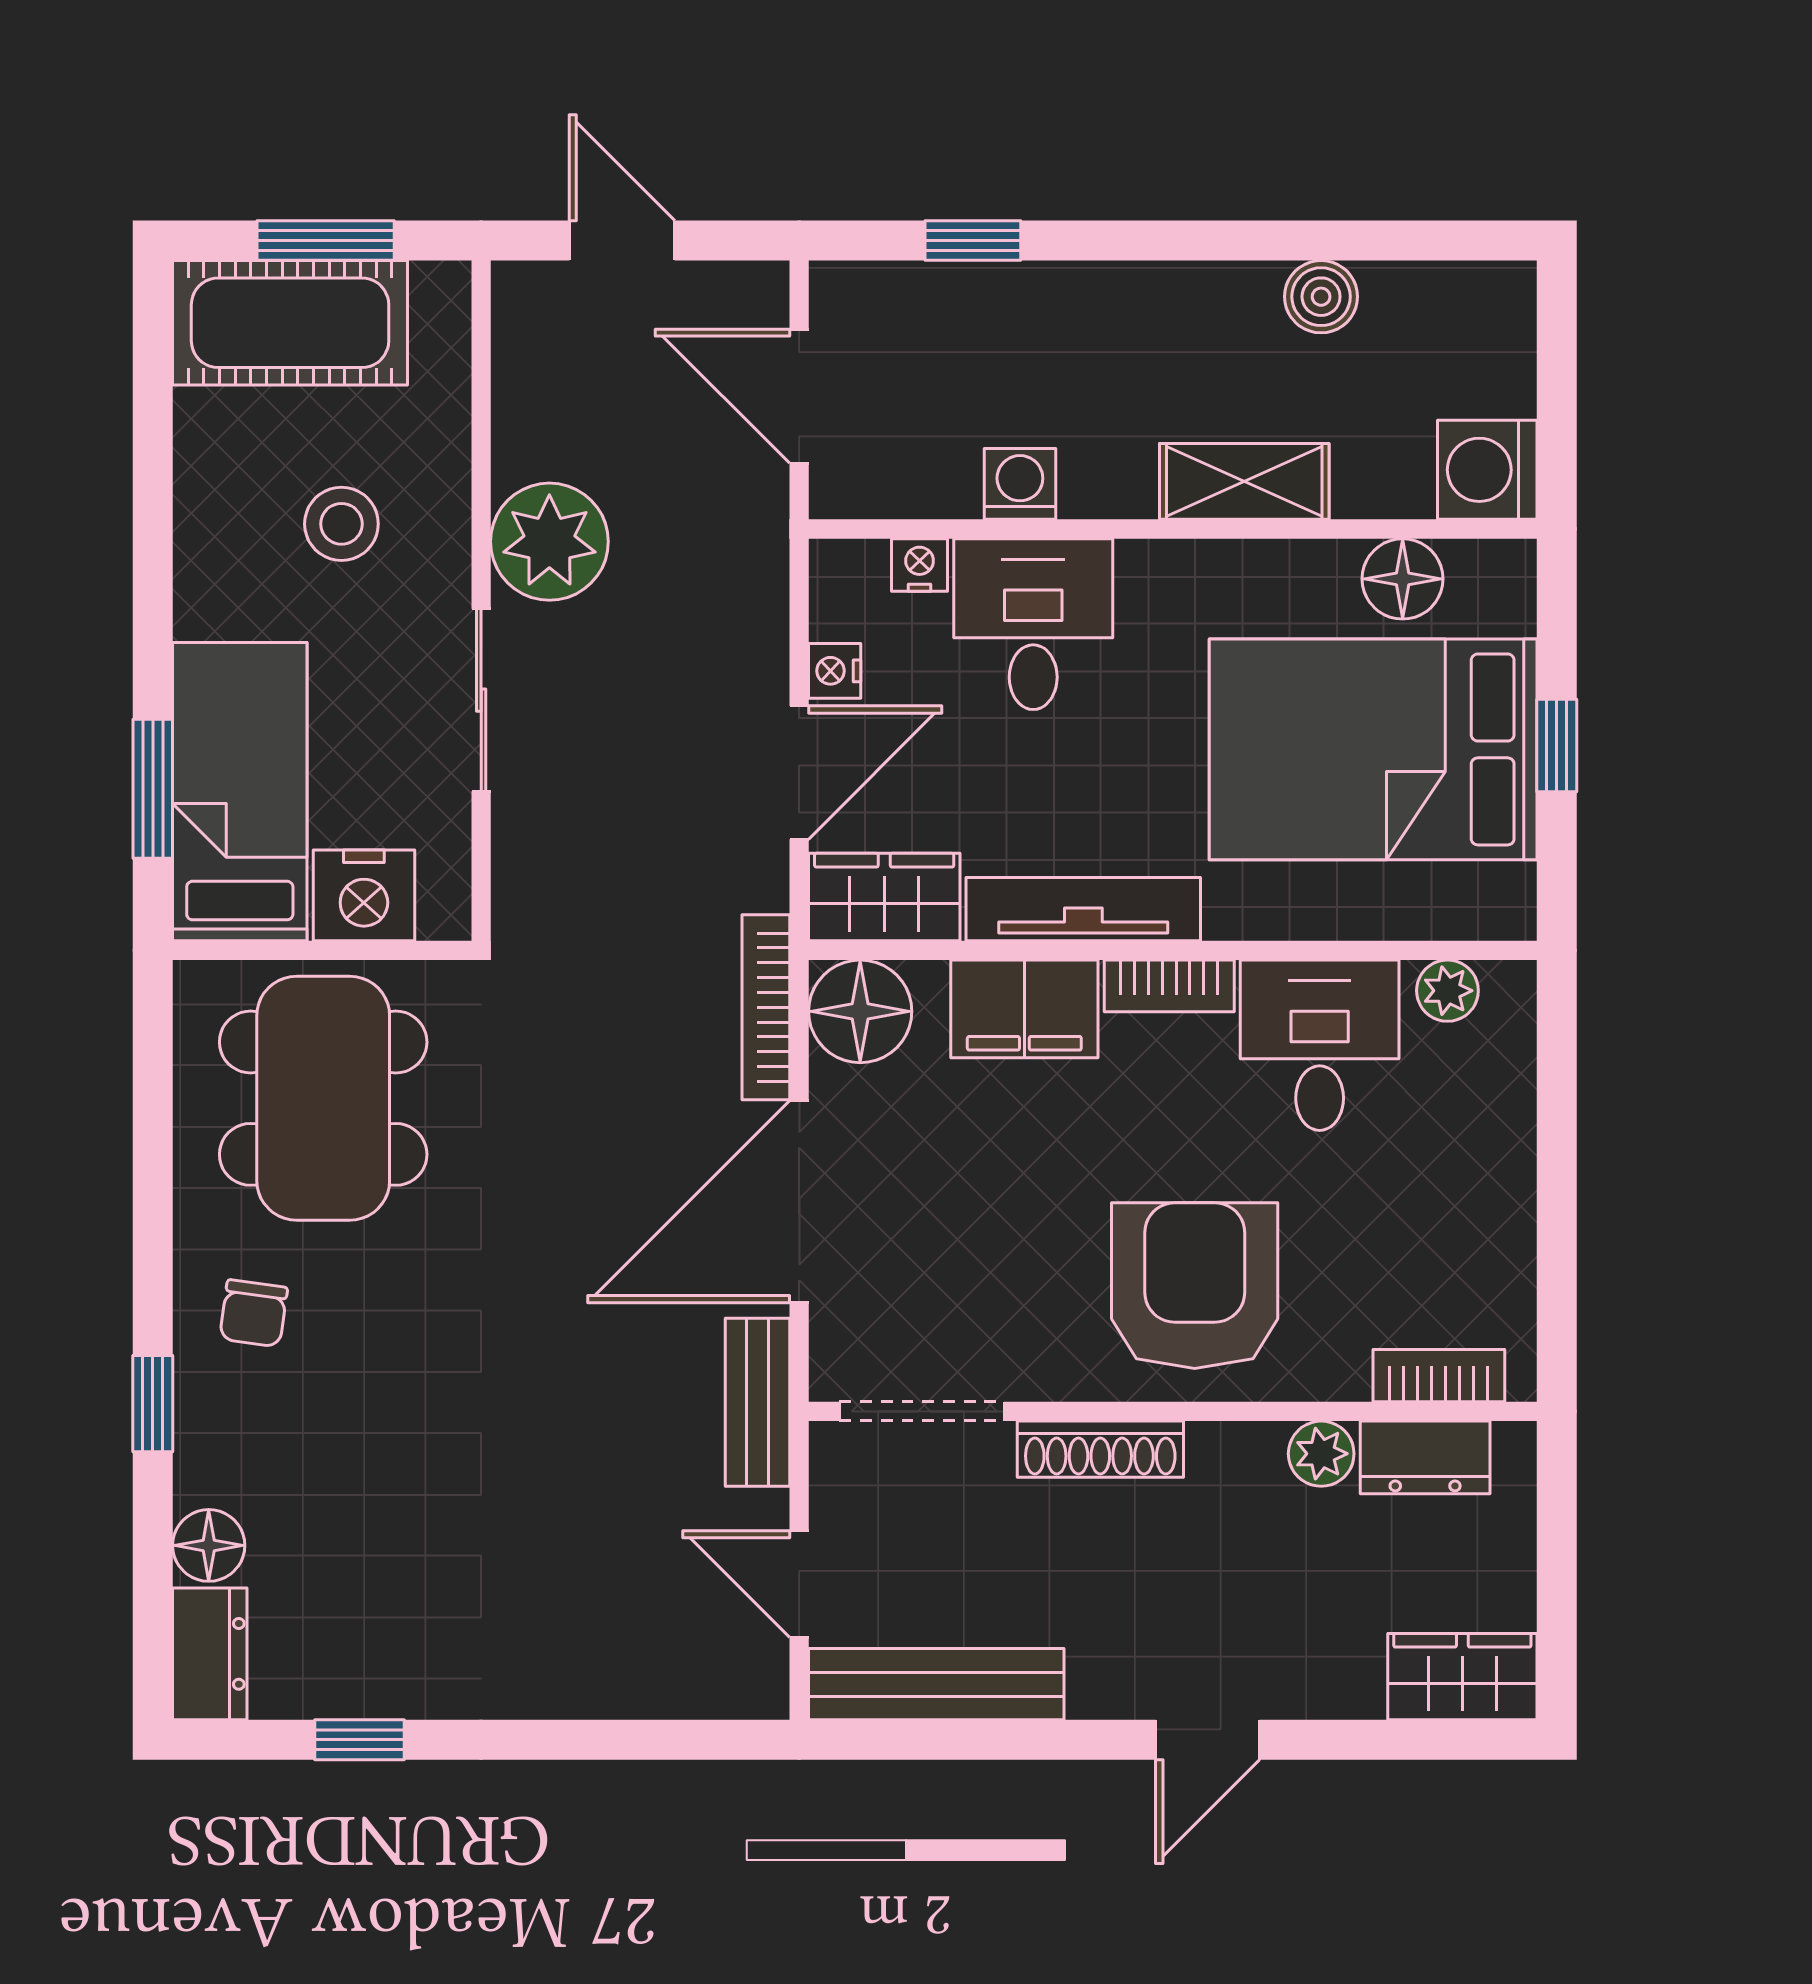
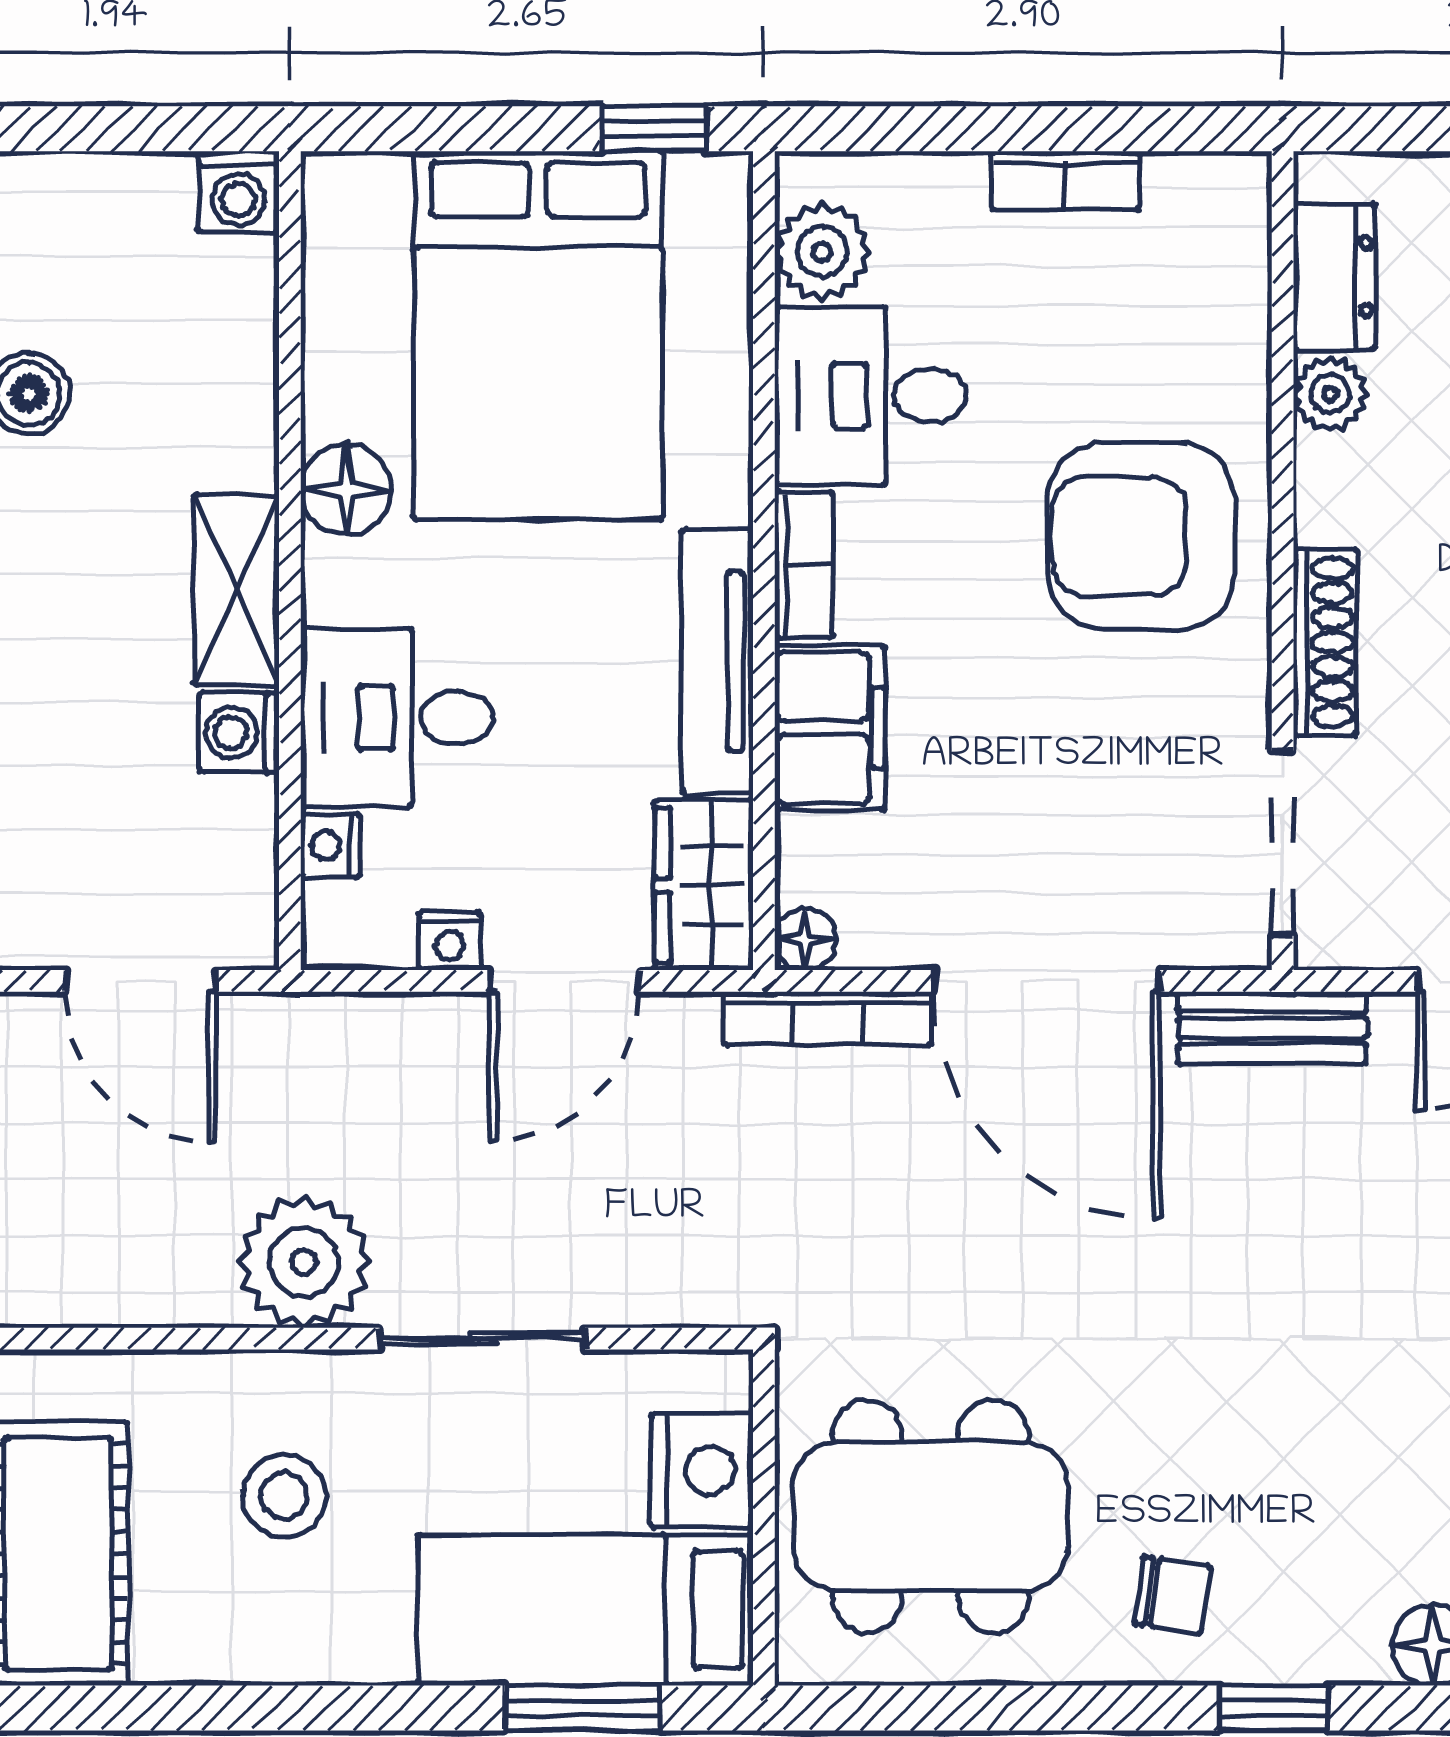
door: (799, 396) -> (140, 981), hinge flipped
washing machine: (1487, 470) -> (239, 192), width x0.73, depth x0.73
shelving: (1244, 481) -> (236, 590), moved
floor lamp: (1403, 579) -> (346, 490), moved
window: (1557, 746) -> (654, 129), moved
door: (799, 773) -> (564, 981), swing flipped
plant: (1447, 991) -> (822, 252), width x1.38, depth x1.38
floor lamp: (860, 1011) -> (805, 940), width x0.53, depth x0.53
bookcase: (1439, 1376) -> (1066, 181), moved, turned -90

